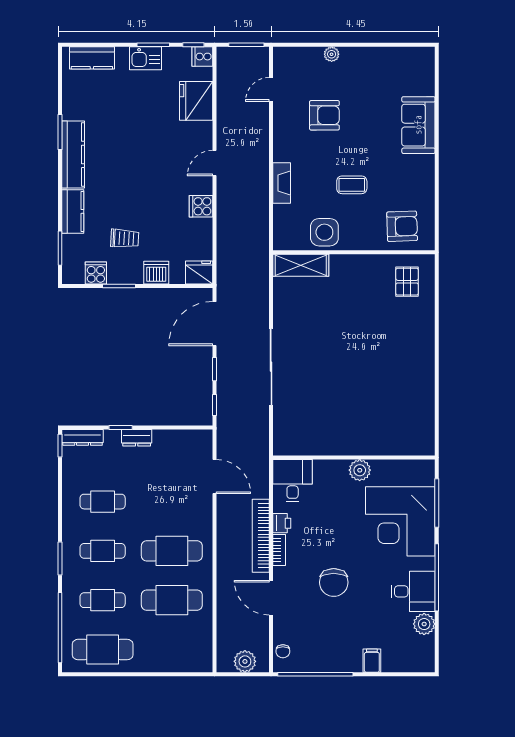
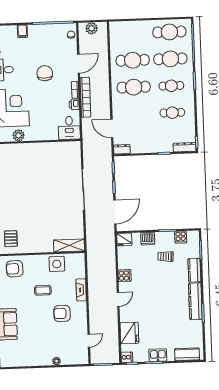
armchair: (324, 115) -> (62, 313), moved
dresser: (137, 438) -> (122, 149), moved
plant: (360, 470) -> (19, 135), moved
door: (271, 598) -> (79, 64), hinge flipped
cafe table: (103, 600) -> (170, 59), width x1.37, depth x1.35

